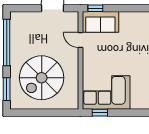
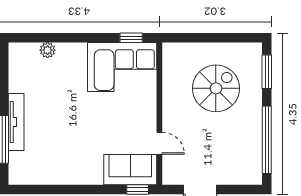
spiral stairs: (42, 78) -> (216, 88), width x0.73, depth x0.73

